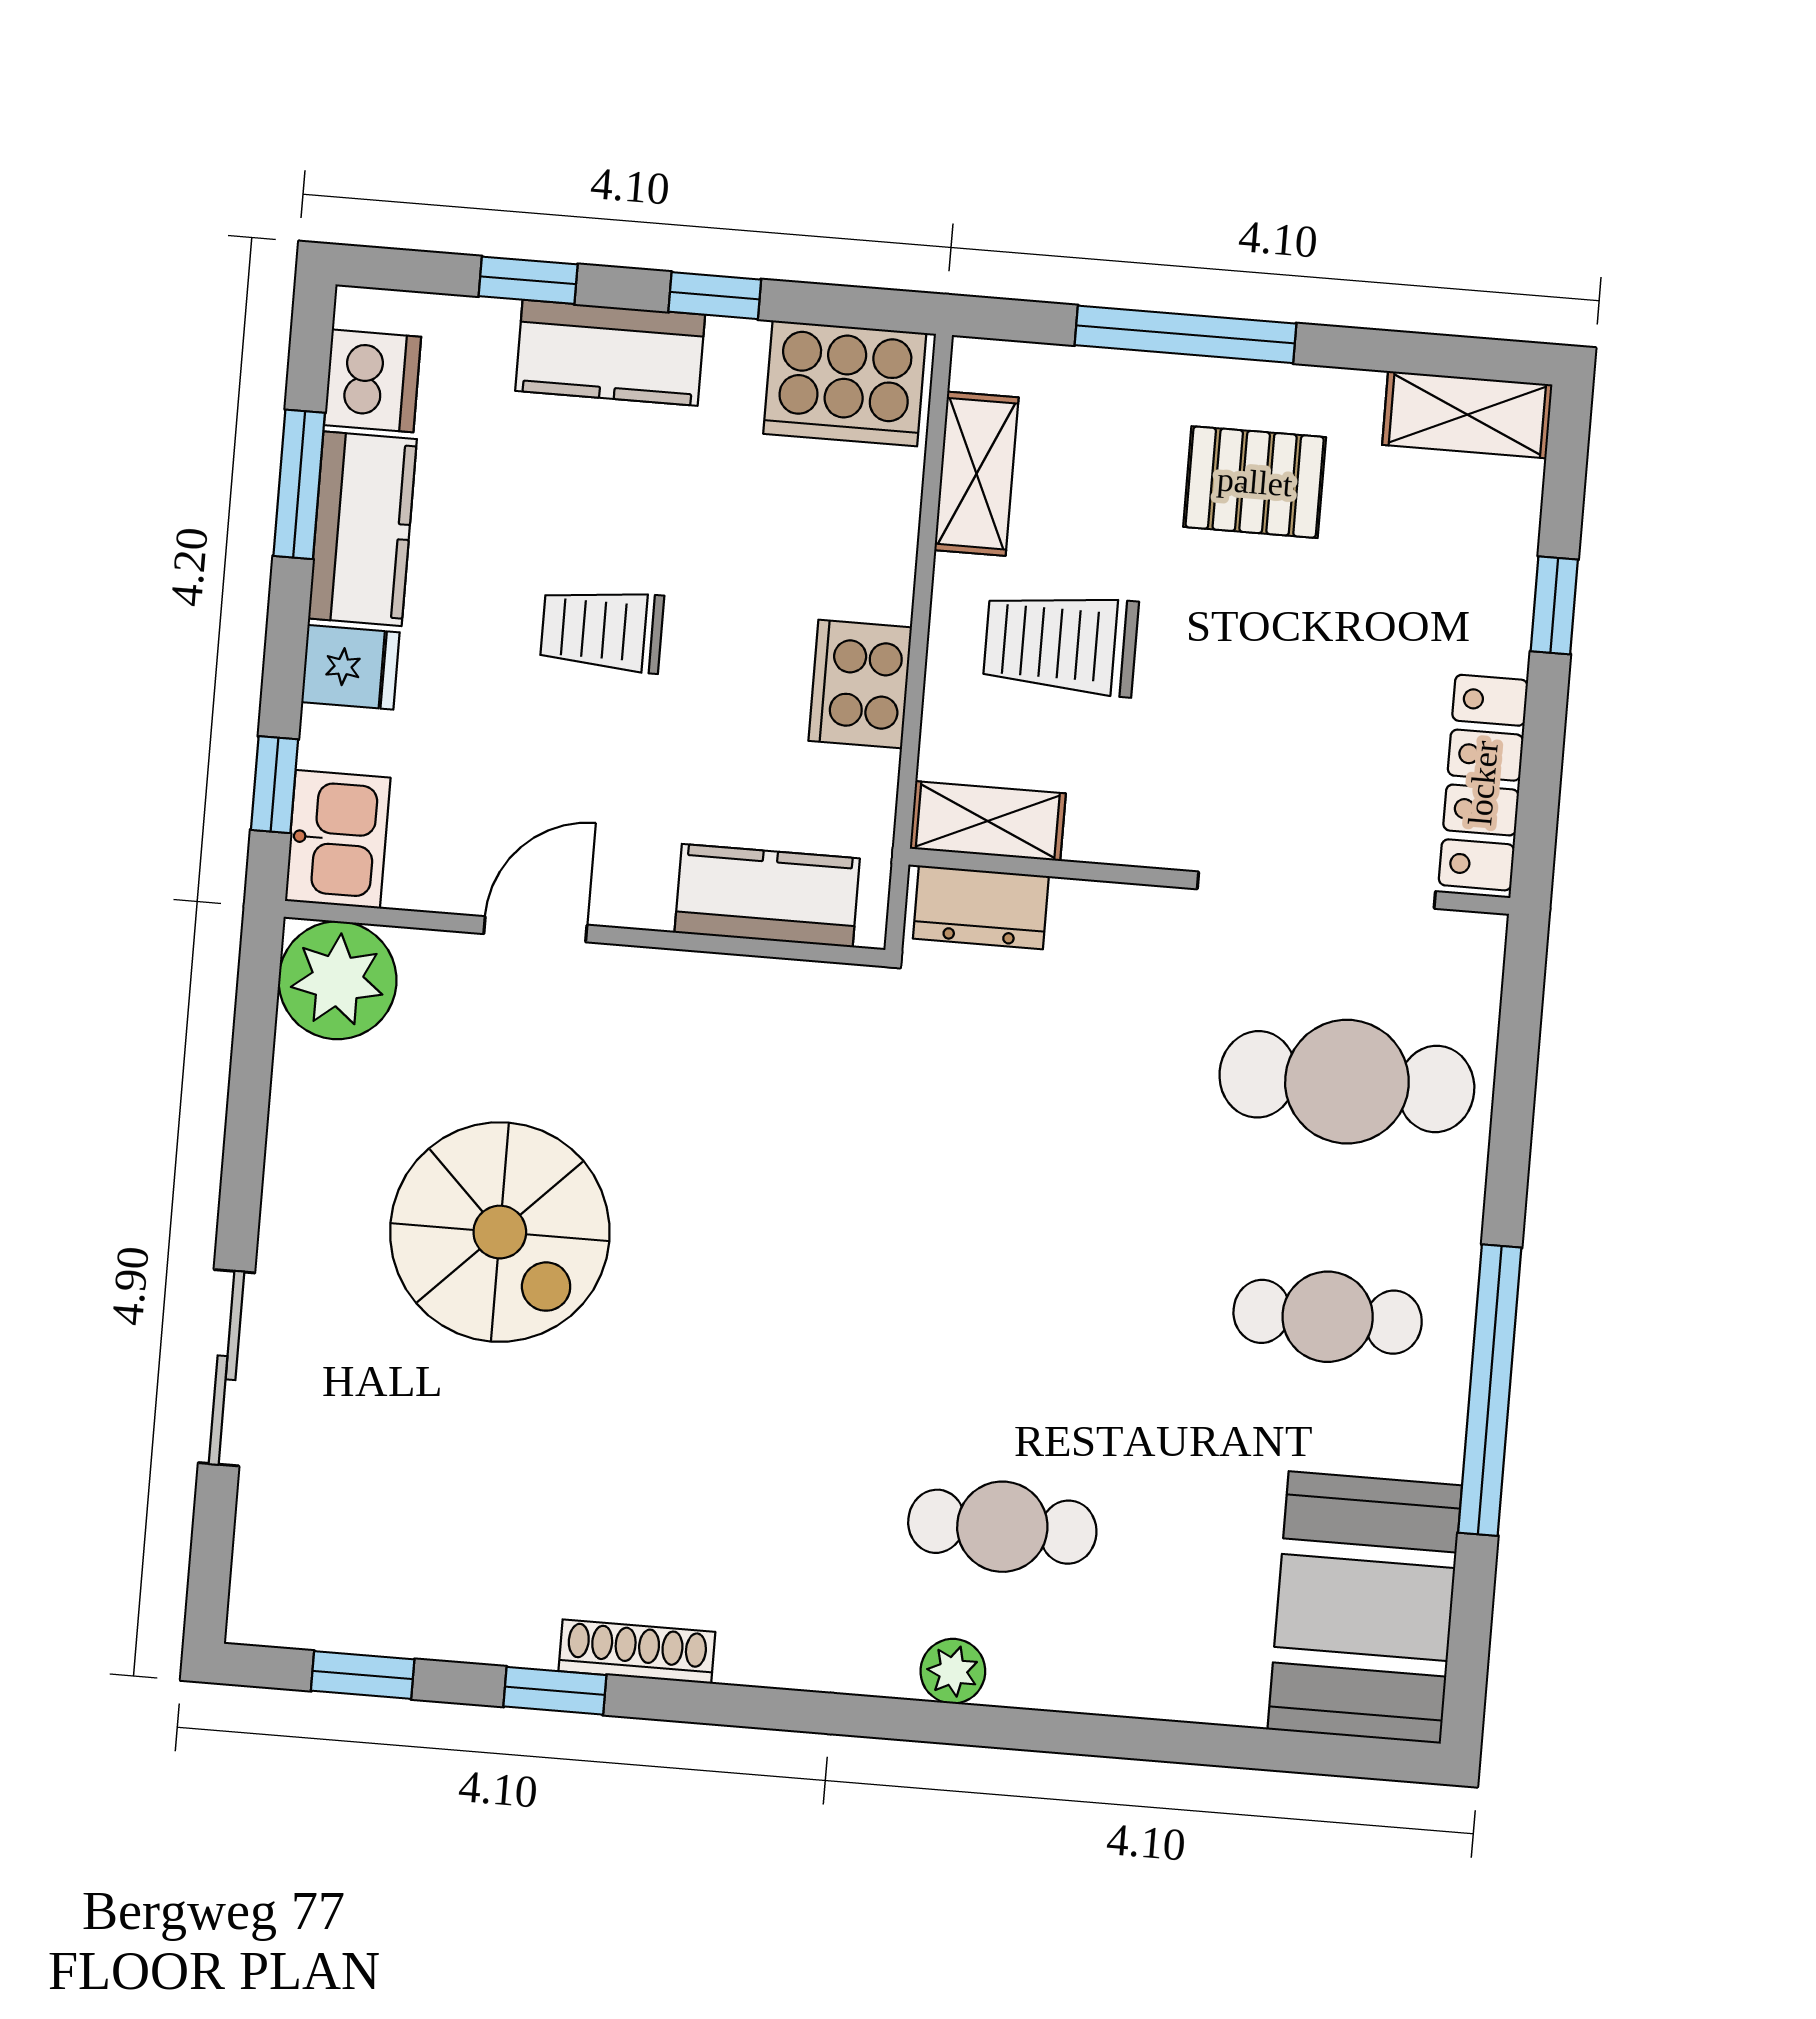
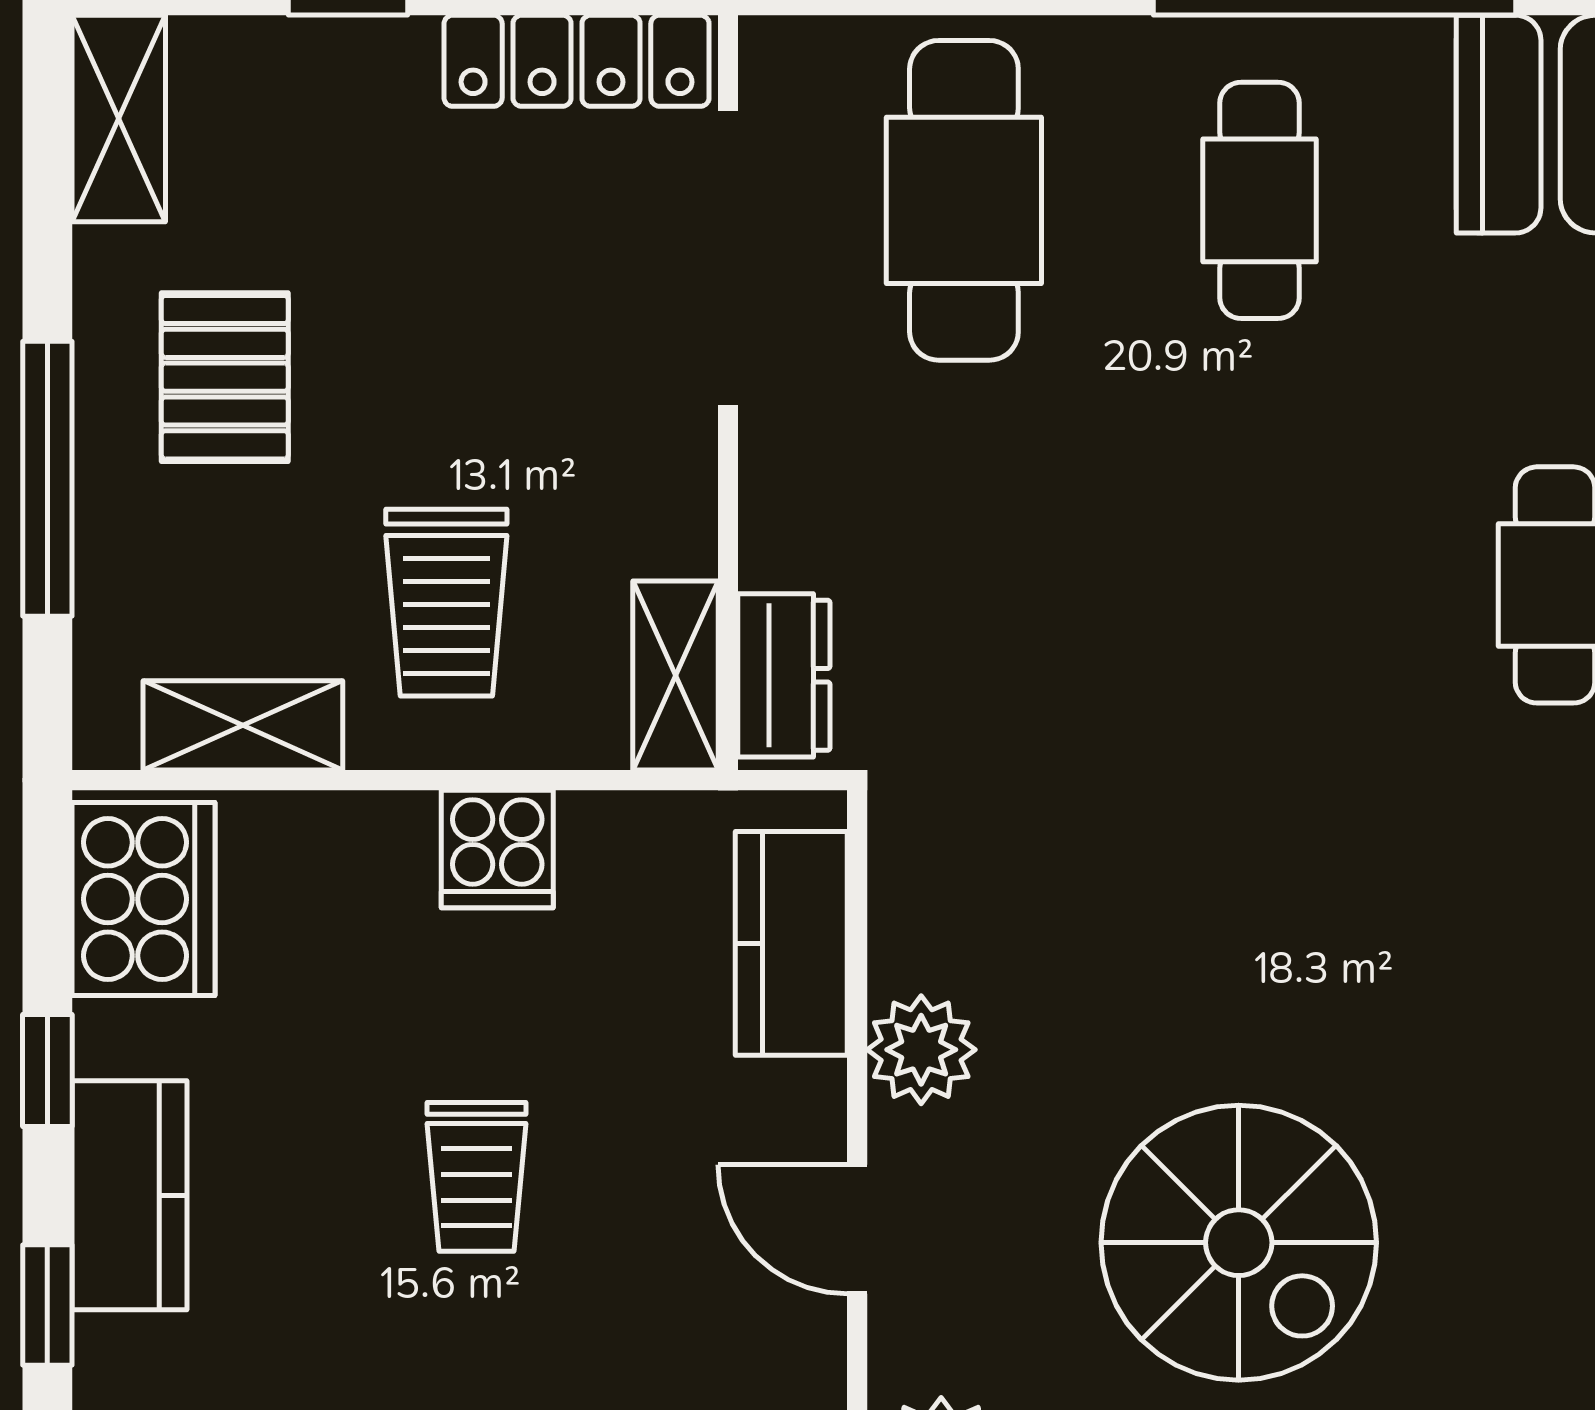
cooker: (860, 684) -> (497, 849), width x0.73
plant: (674, 992) -> (921, 1050), added
spiral stairs: (500, 1232) -> (1239, 1243), turned 90

